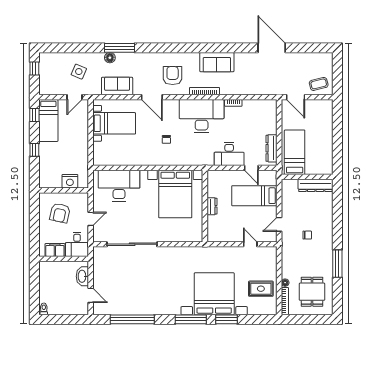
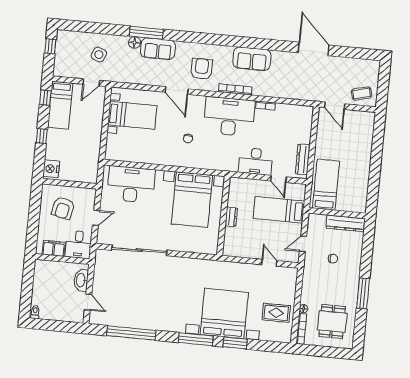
sofa: (117, 86) -> (158, 49), moved, turned 180
bed: (295, 152) -> (326, 185), moved
wall: (307, 177) -> (337, 213), moved
nightstand: (70, 181) -> (51, 169), moved, turned 90
dresser: (316, 185) -> (346, 223), moved

